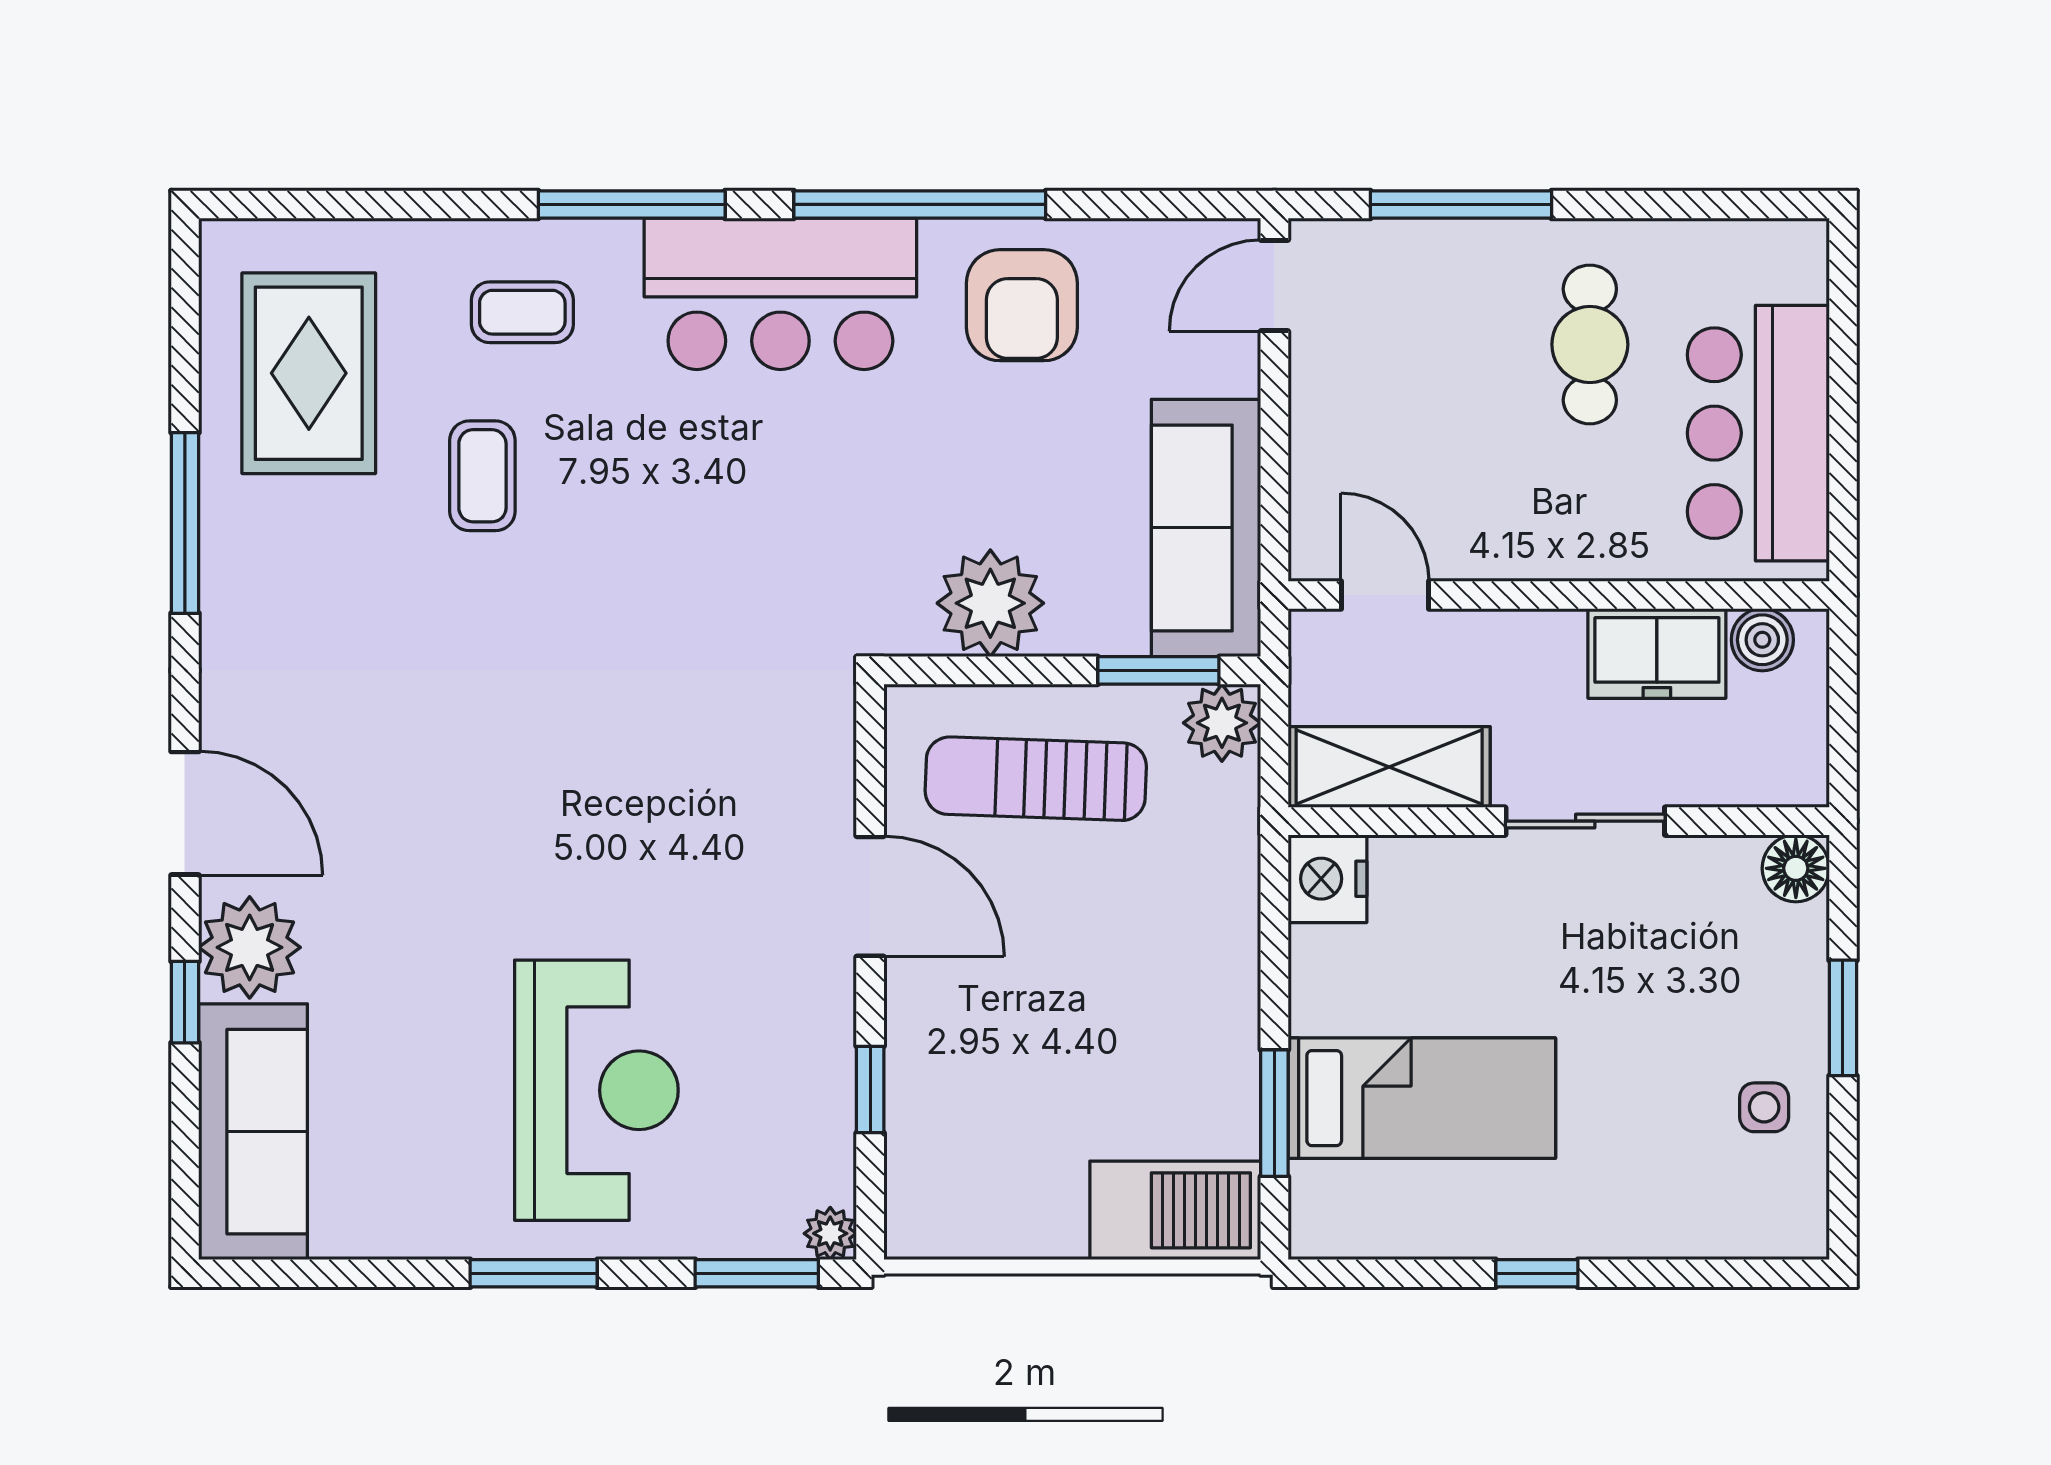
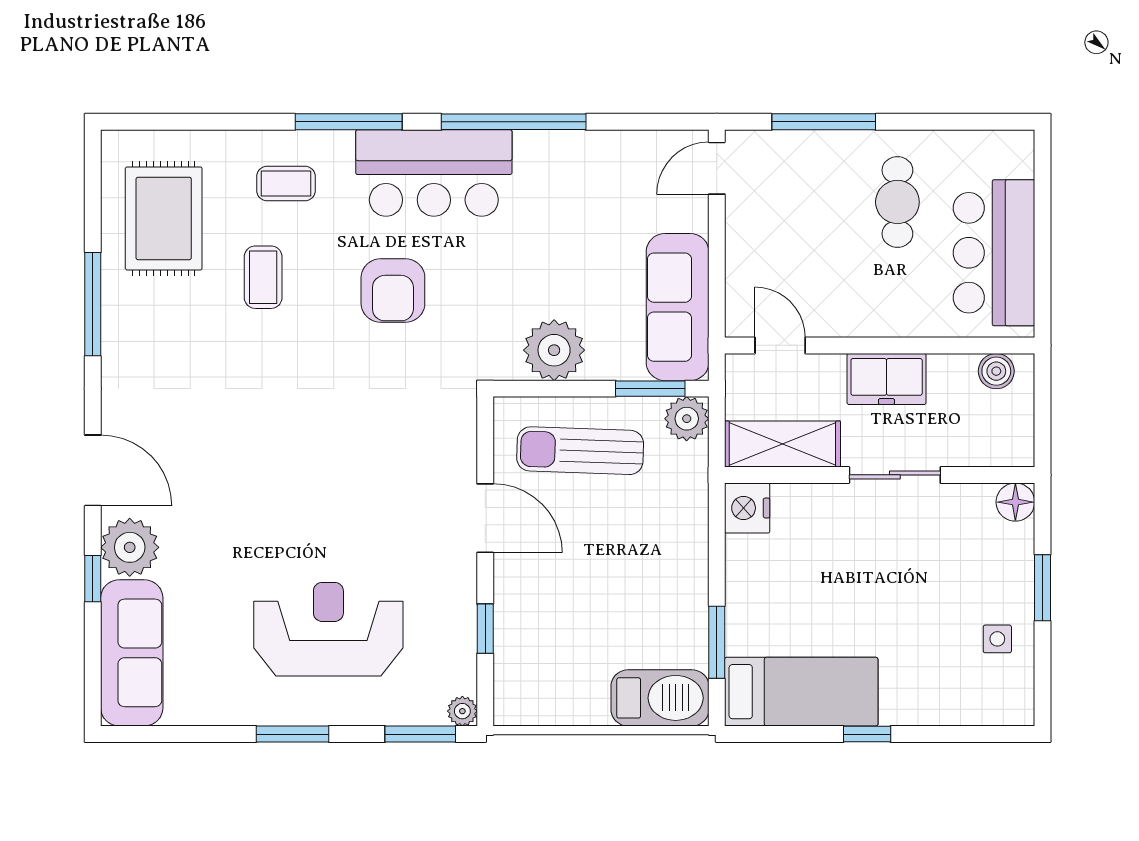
armchair: (1022, 305) -> (393, 290), moved
freezer: (1657, 653) -> (887, 379), moved
reception desk: (596, 1090) -> (328, 629), turned -90
bed: (1422, 1098) -> (801, 692), moved

